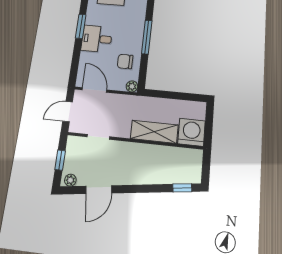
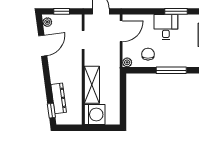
dresser: (167, 176) -> (59, 98), added
door: (99, 190) -> (43, 46), swing flipped

